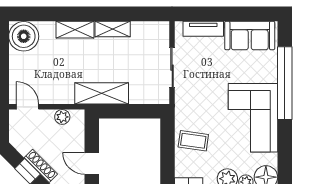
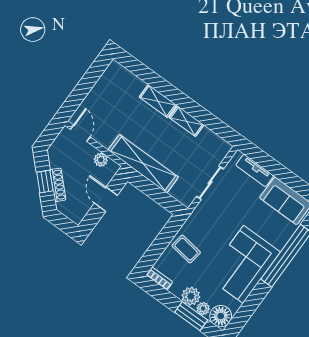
boiler: (24, 36) -> (116, 78), removed
shelving: (102, 93) -> (143, 164), width x1.47
door: (92, 163) -> (106, 199), moved

